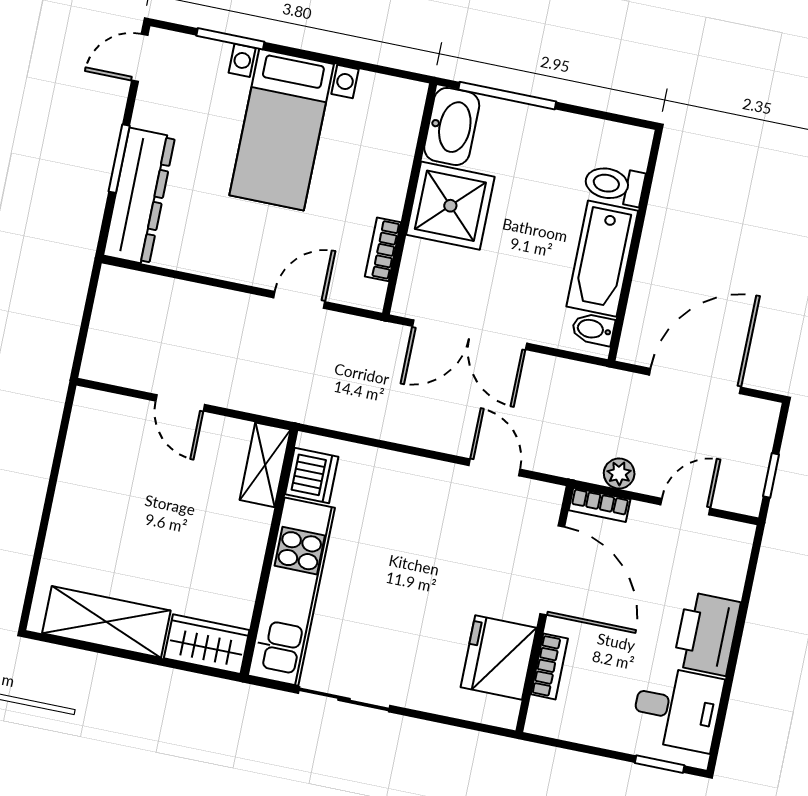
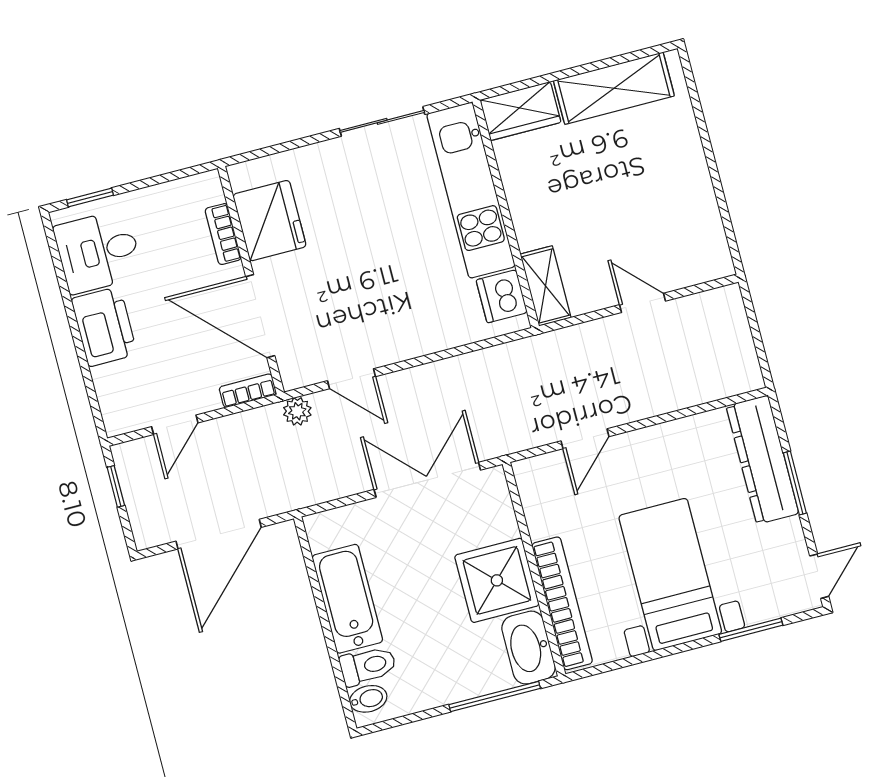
bookcase: (383, 249) -> (562, 603), moved, width x2.31, depth x1.31
bidet: (593, 329) -> (368, 699), moved
plant: (619, 473) -> (297, 411), moved

